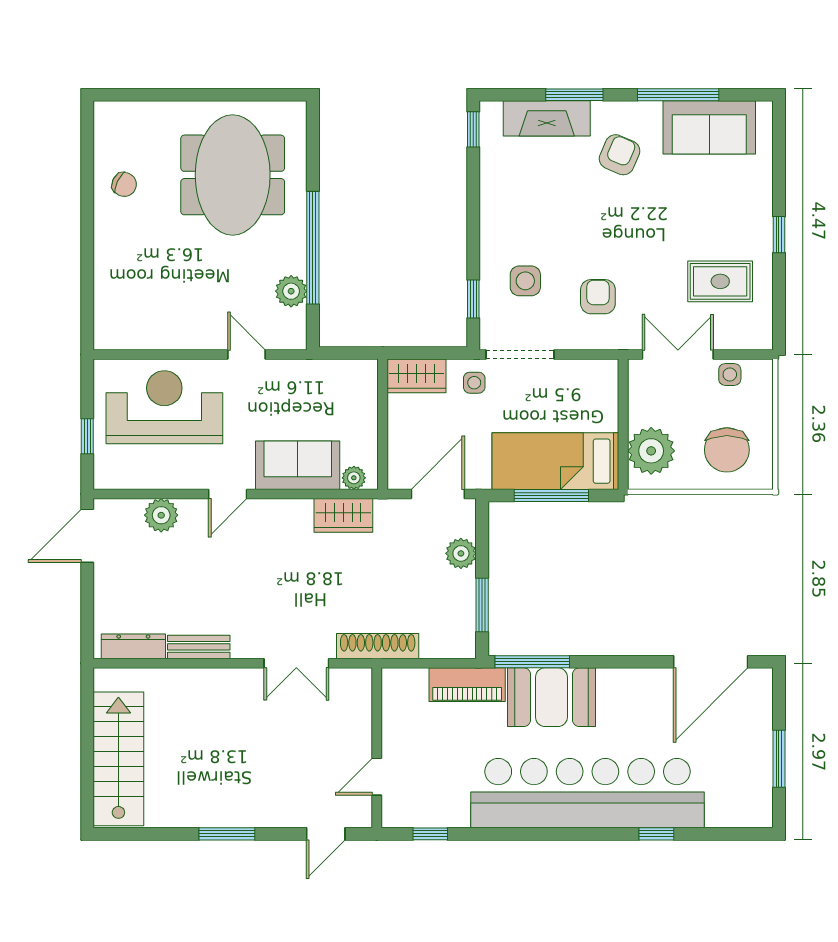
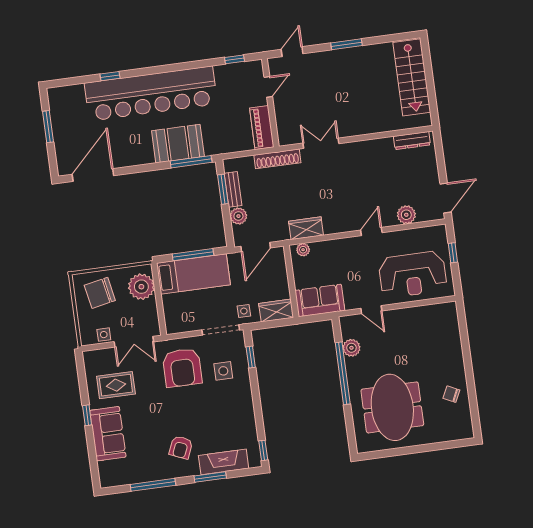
sofa: (709, 127) -> (108, 434), moved, turned 90
armchair: (598, 297) -> (182, 368), width x1.88, depth x1.88
chair: (727, 450) -> (100, 293), turned -101
sofa: (298, 465) -> (320, 300), moved, turned 180
bench: (199, 647) -> (233, 189), moved, turned 90
piano: (467, 685) -> (262, 128), moved, turned -90

